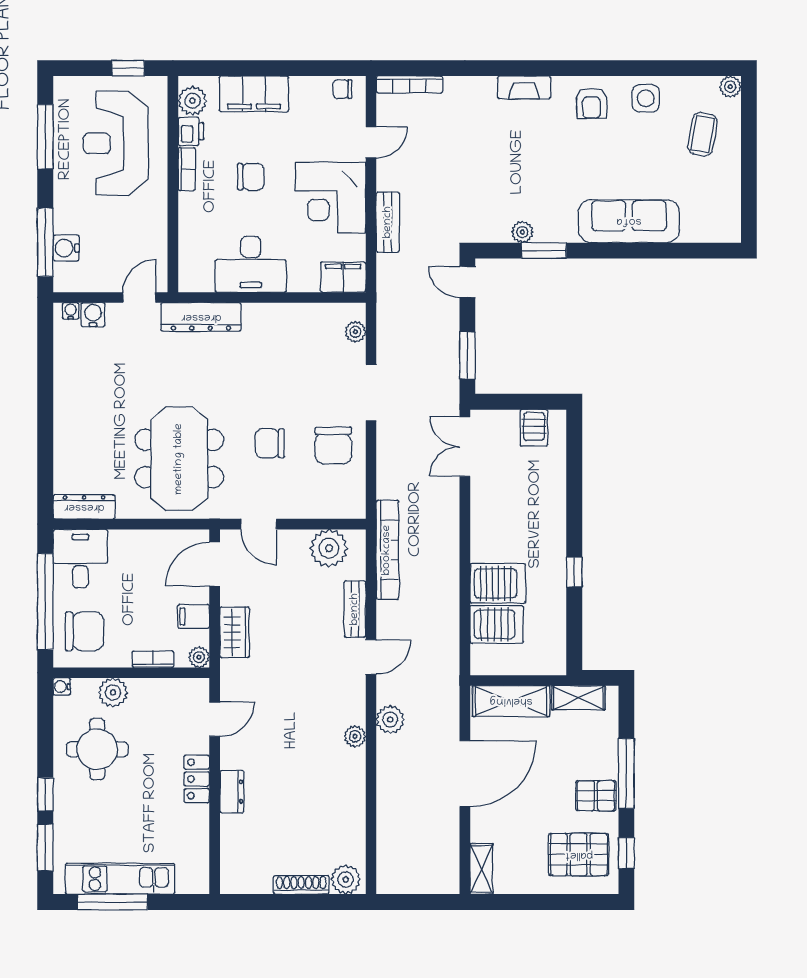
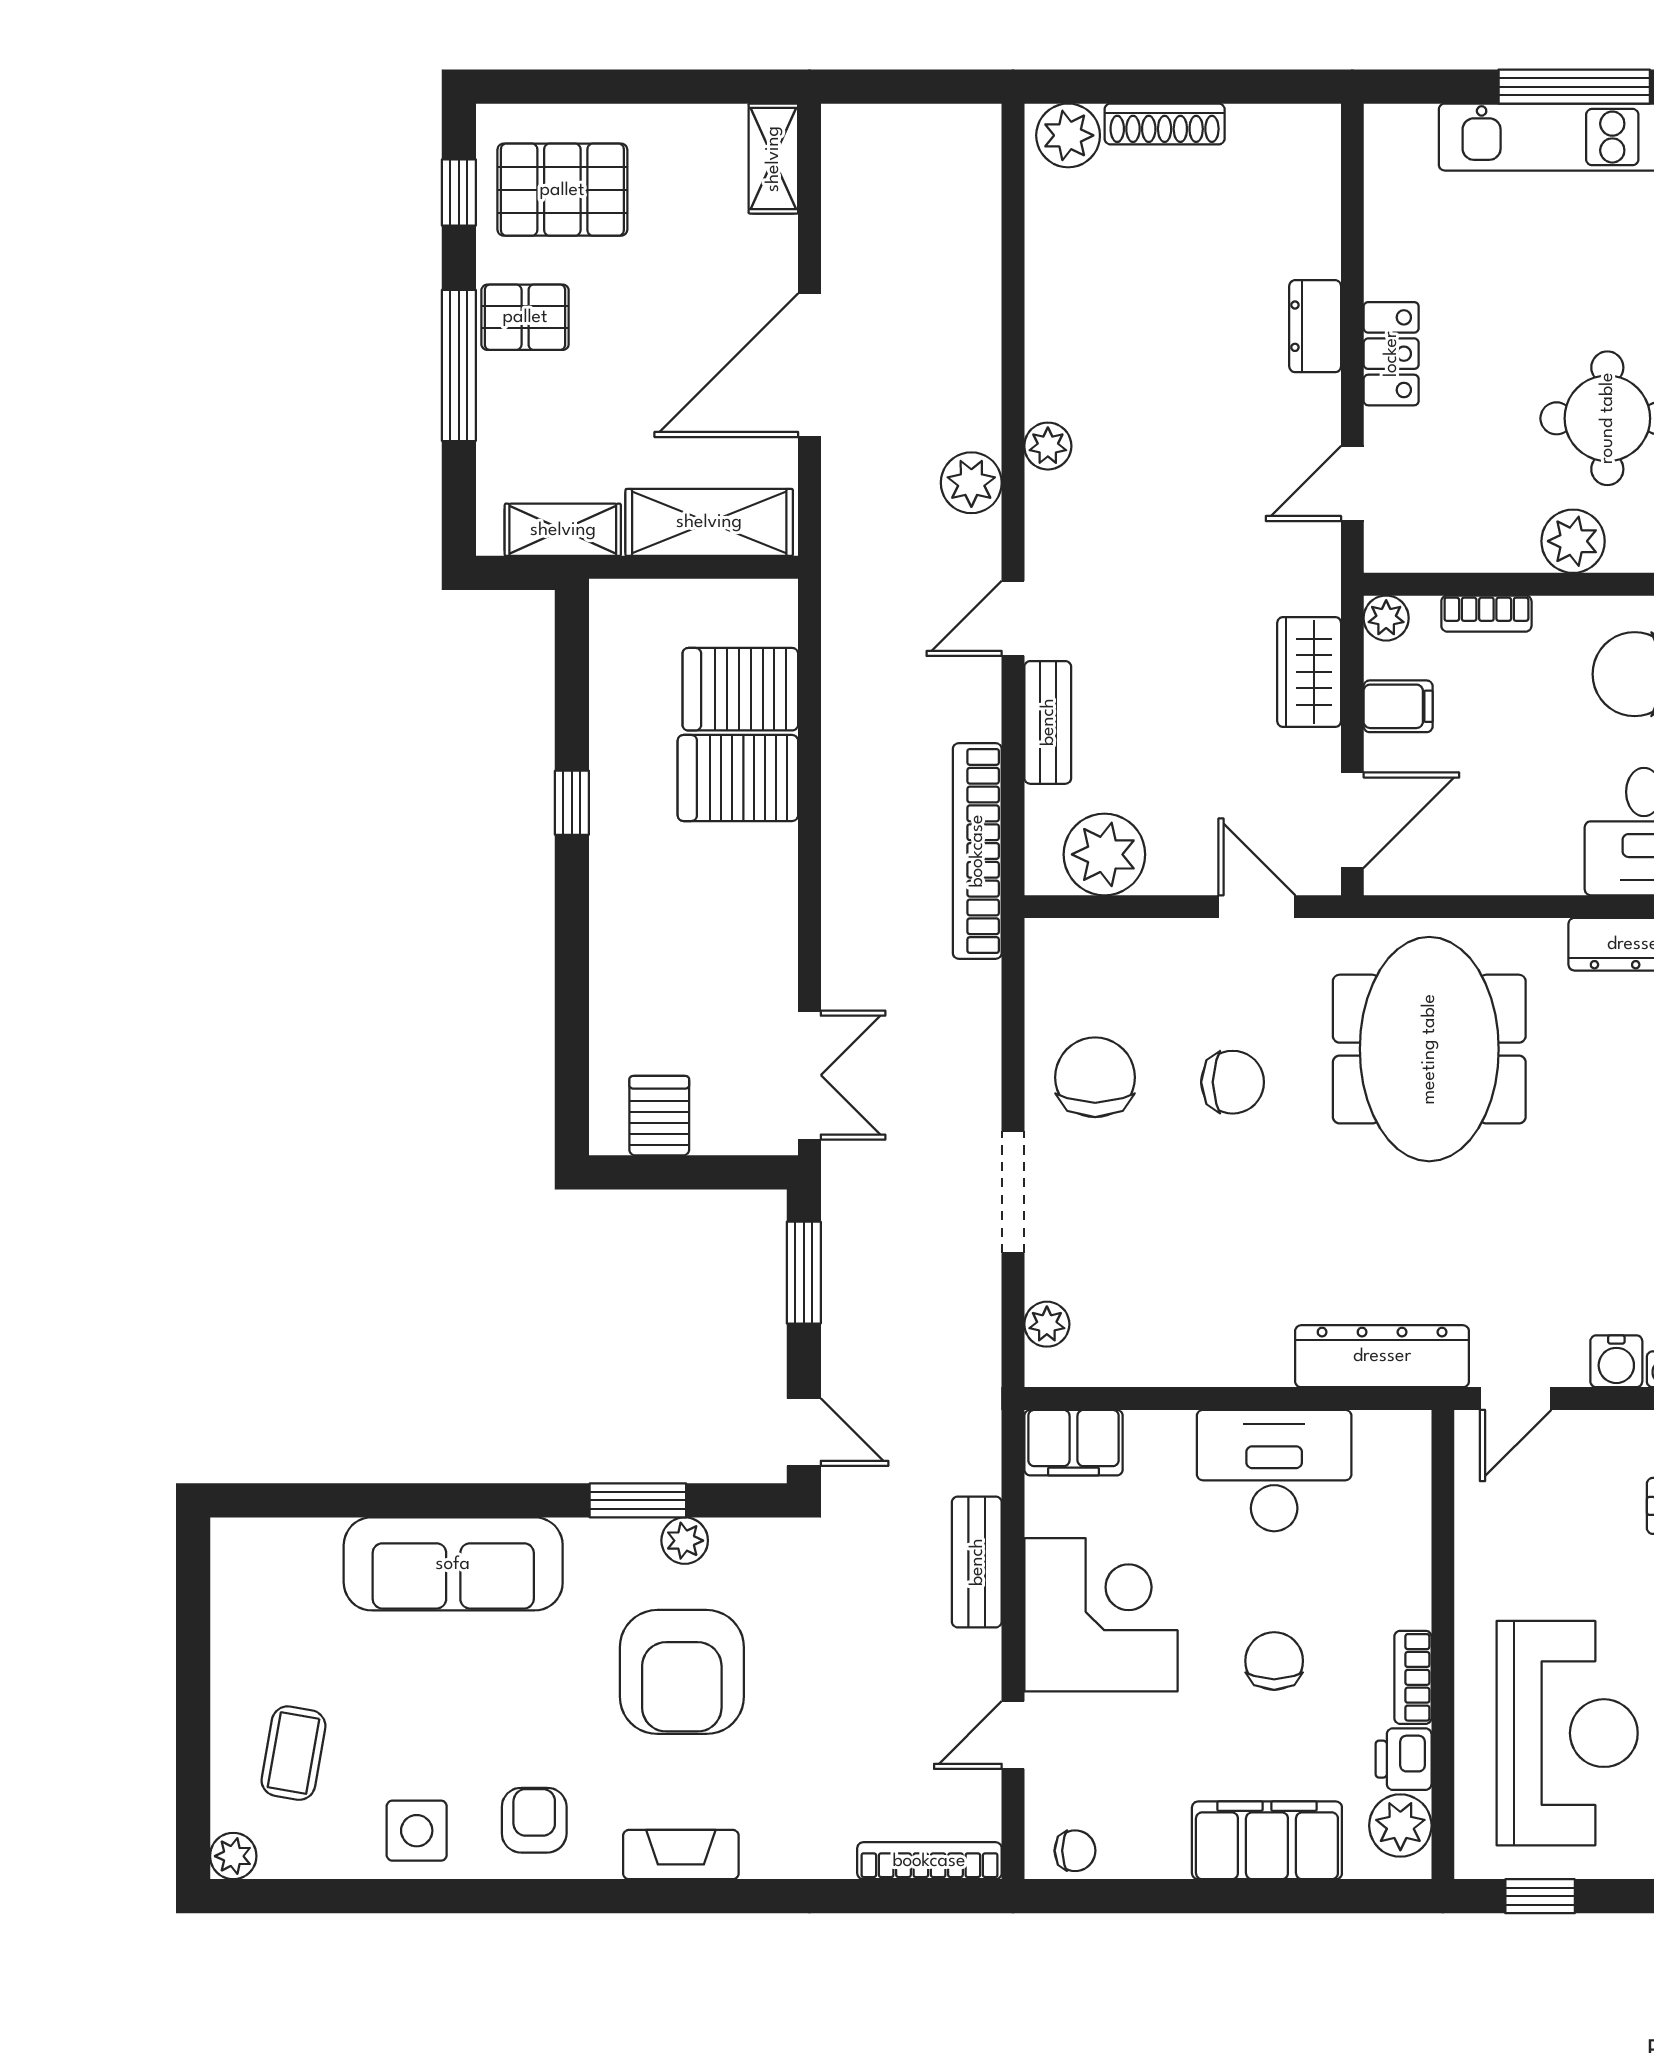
armchair: (524, 171) -> (682, 1672), added
chair: (251, 177) -> (1274, 1661), turned 90

